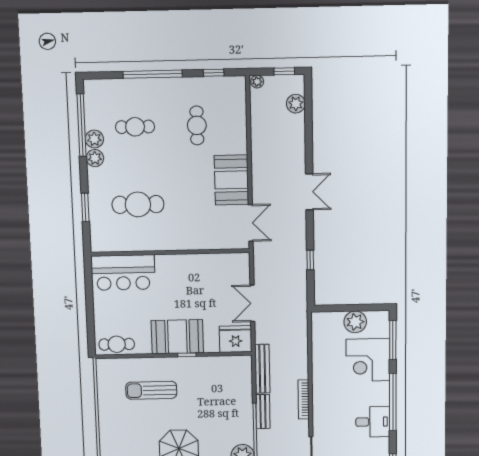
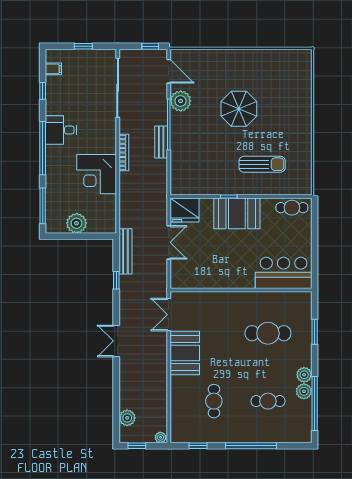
corner desk: (368, 360) -> (97, 174), moved, turned 180
bench: (262, 369) -> (125, 251), moved

